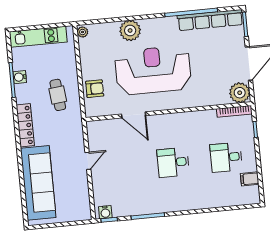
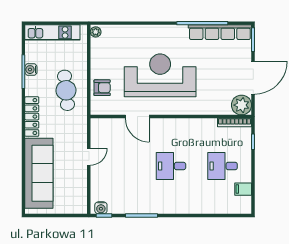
plant: (130, 30) -> (142, 35), removed
cafe table: (58, 95) -> (66, 90), width x1.37, depth x1.35

